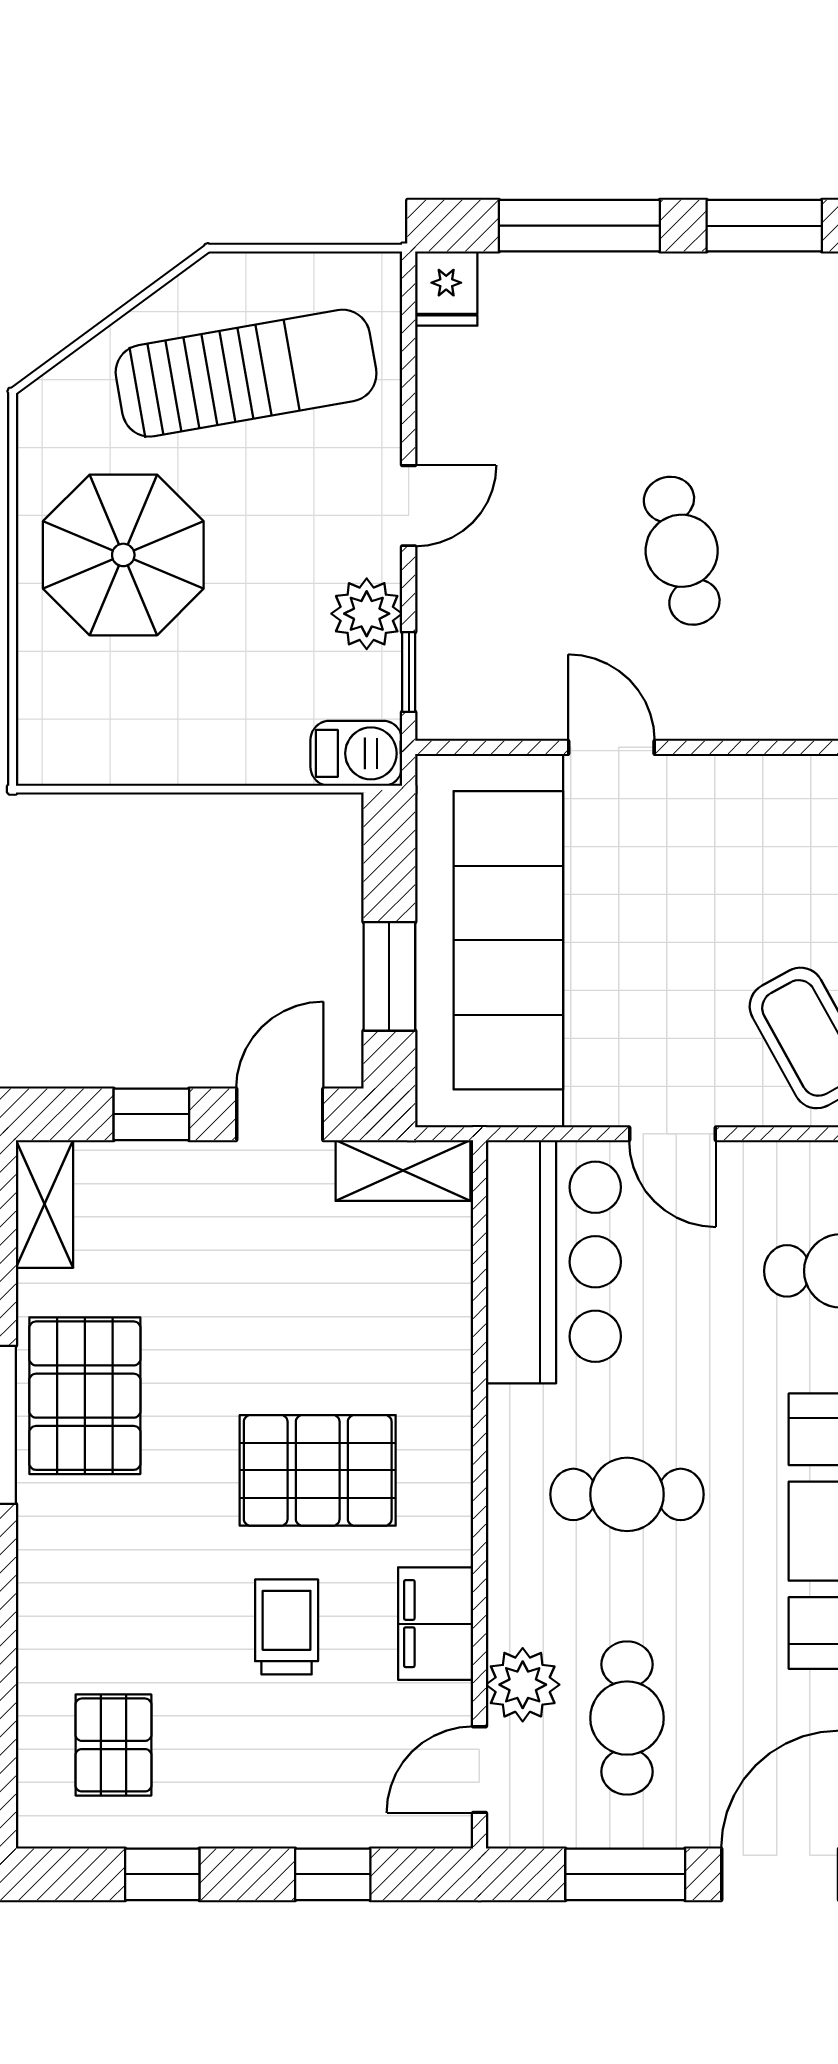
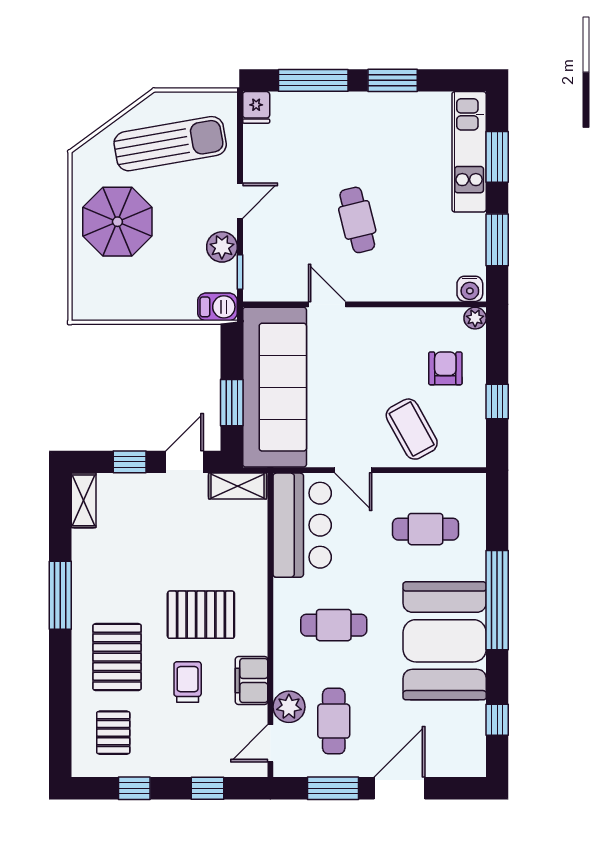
pallet: (85, 1396) -> (117, 657), moved

